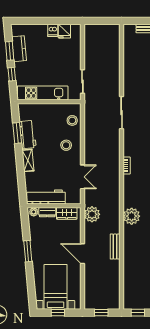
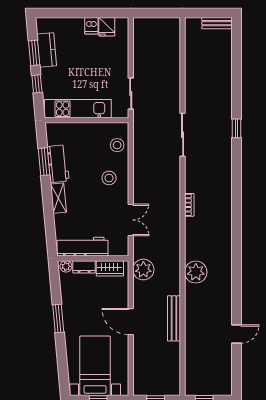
bench: (115, 247) -> (174, 318), width x1.36

